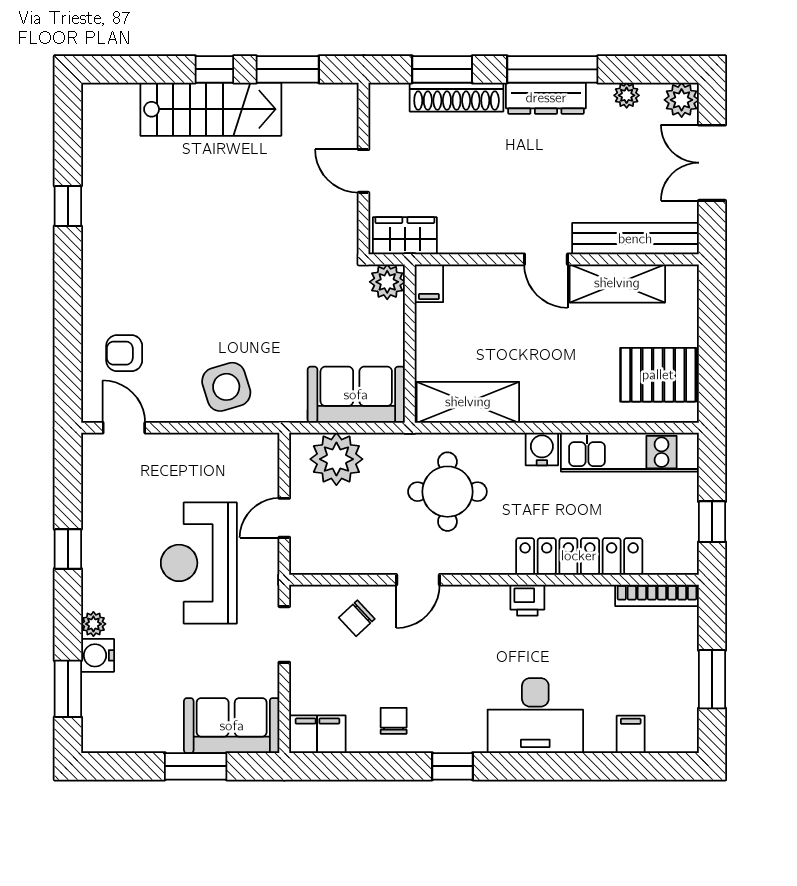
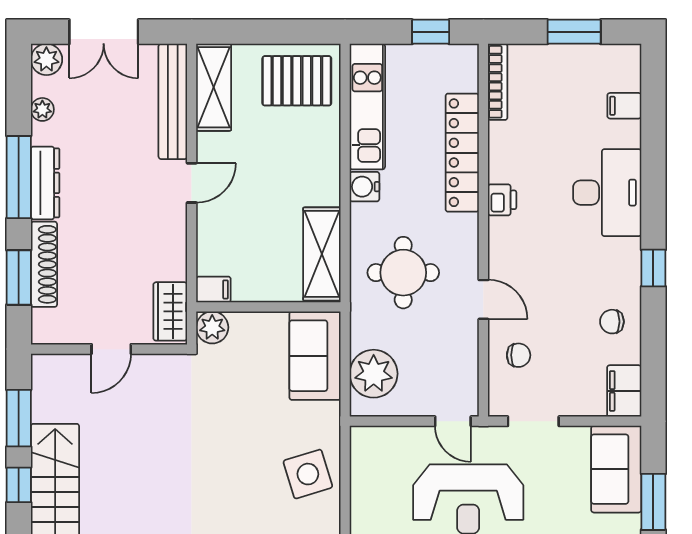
shelving: (617, 283) -> (214, 87), moved
pallet: (658, 375) -> (297, 81), turned 90
door: (284, 518) -> (453, 421), moved
chair: (357, 618) -> (519, 355), turned -47

